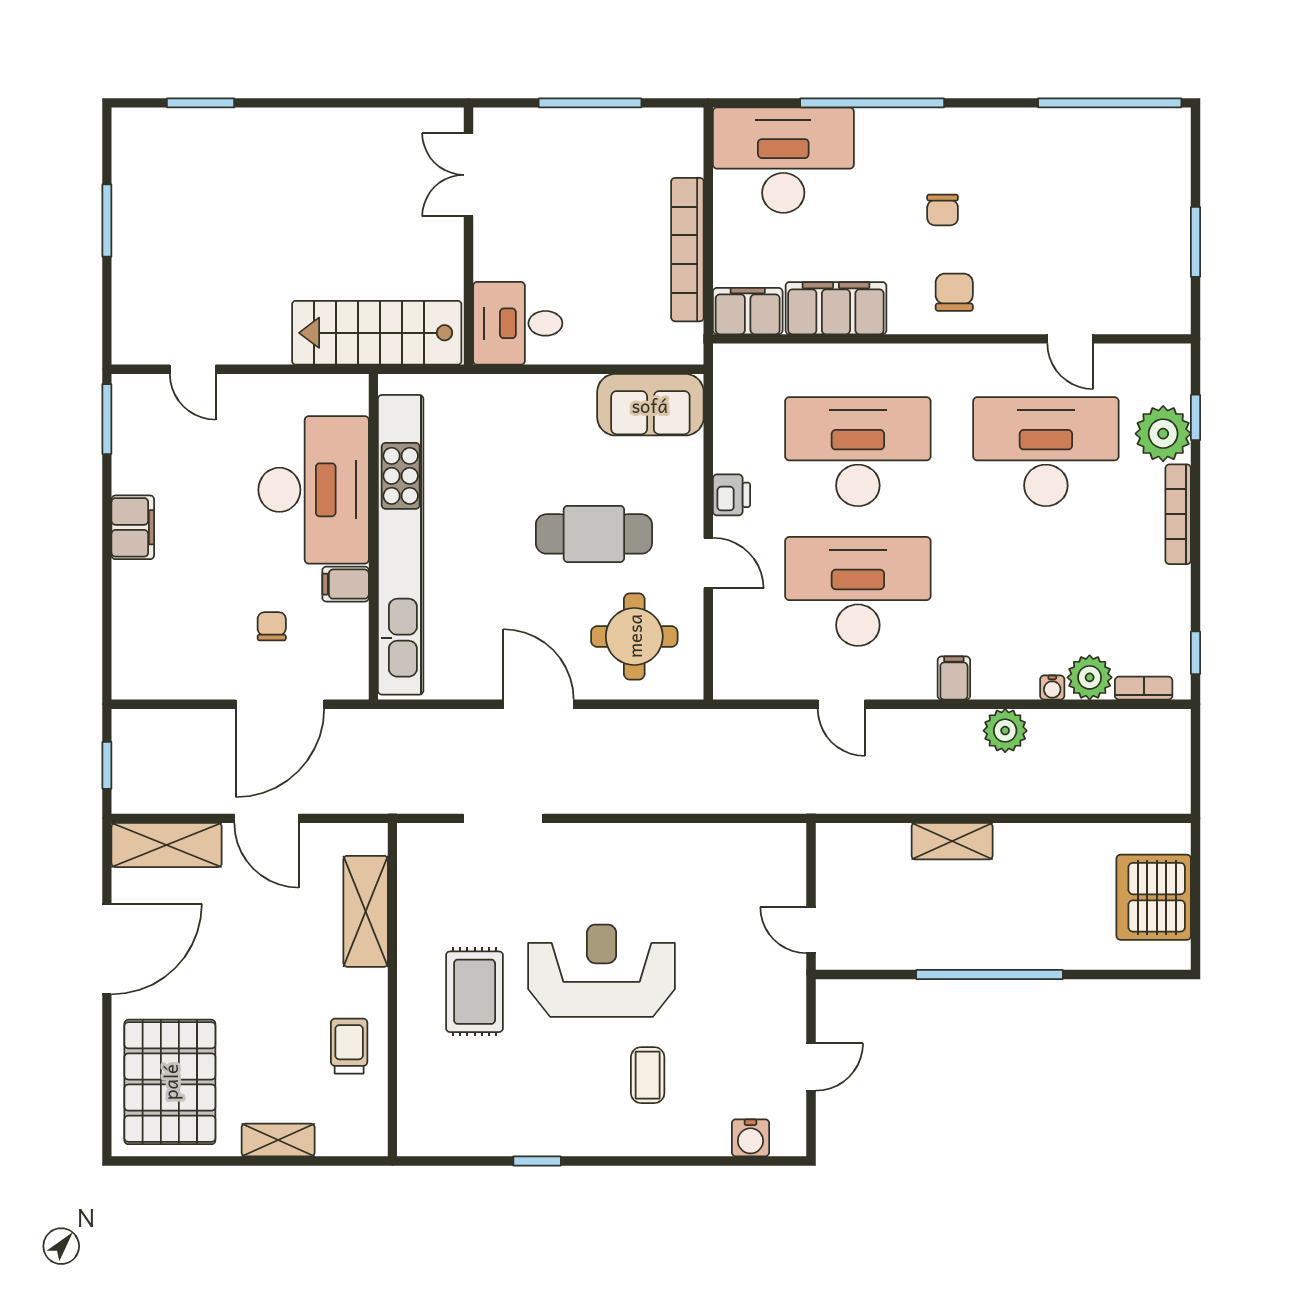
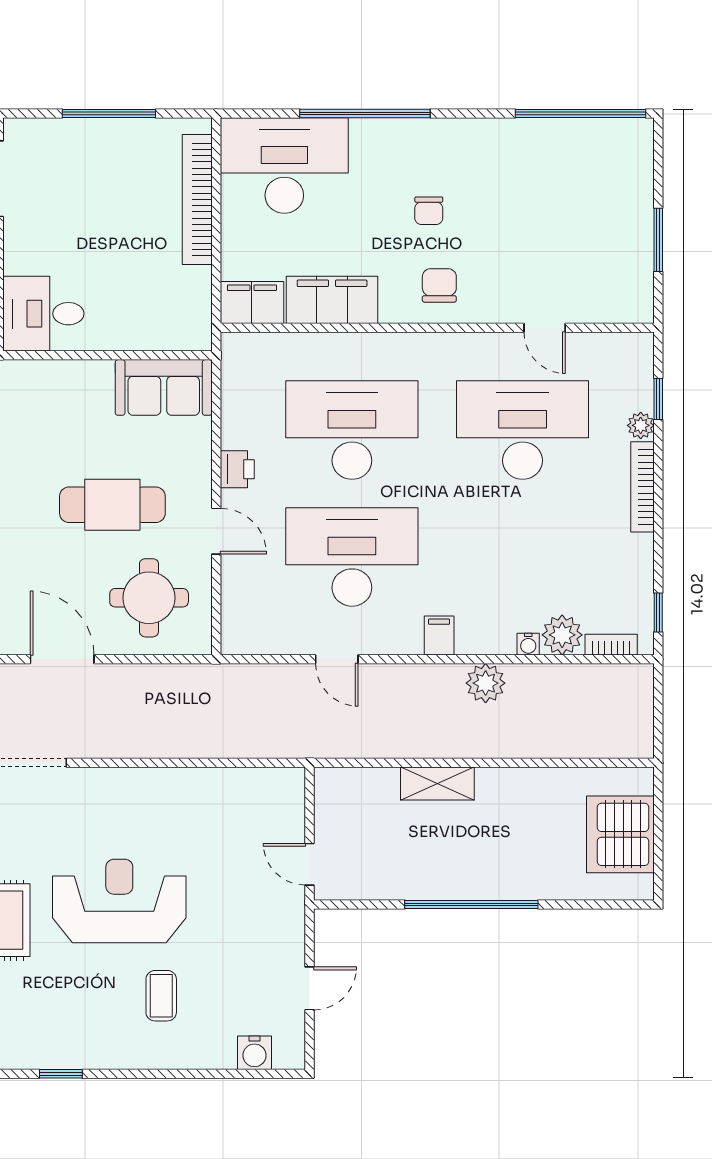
bookcase: (687, 250) -> (197, 199), moved
plant: (1163, 434) -> (641, 425), width x0.53, depth x0.53

